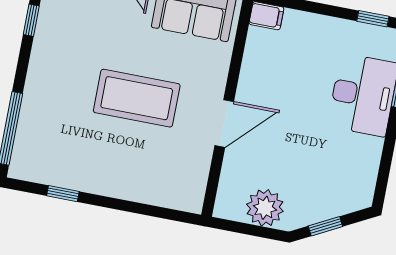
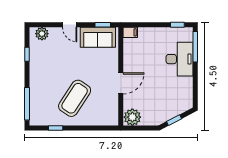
coffee table: (137, 98) -> (75, 98), moved, turned -57
plant: (265, 208) -> (132, 117), moved

